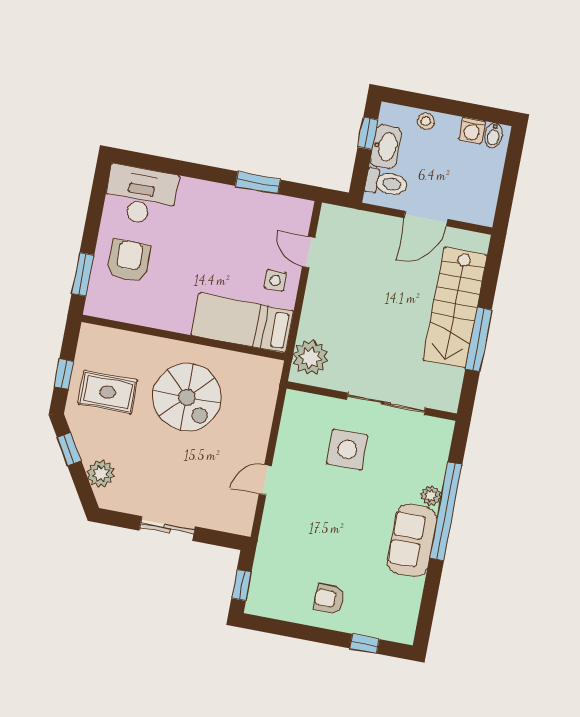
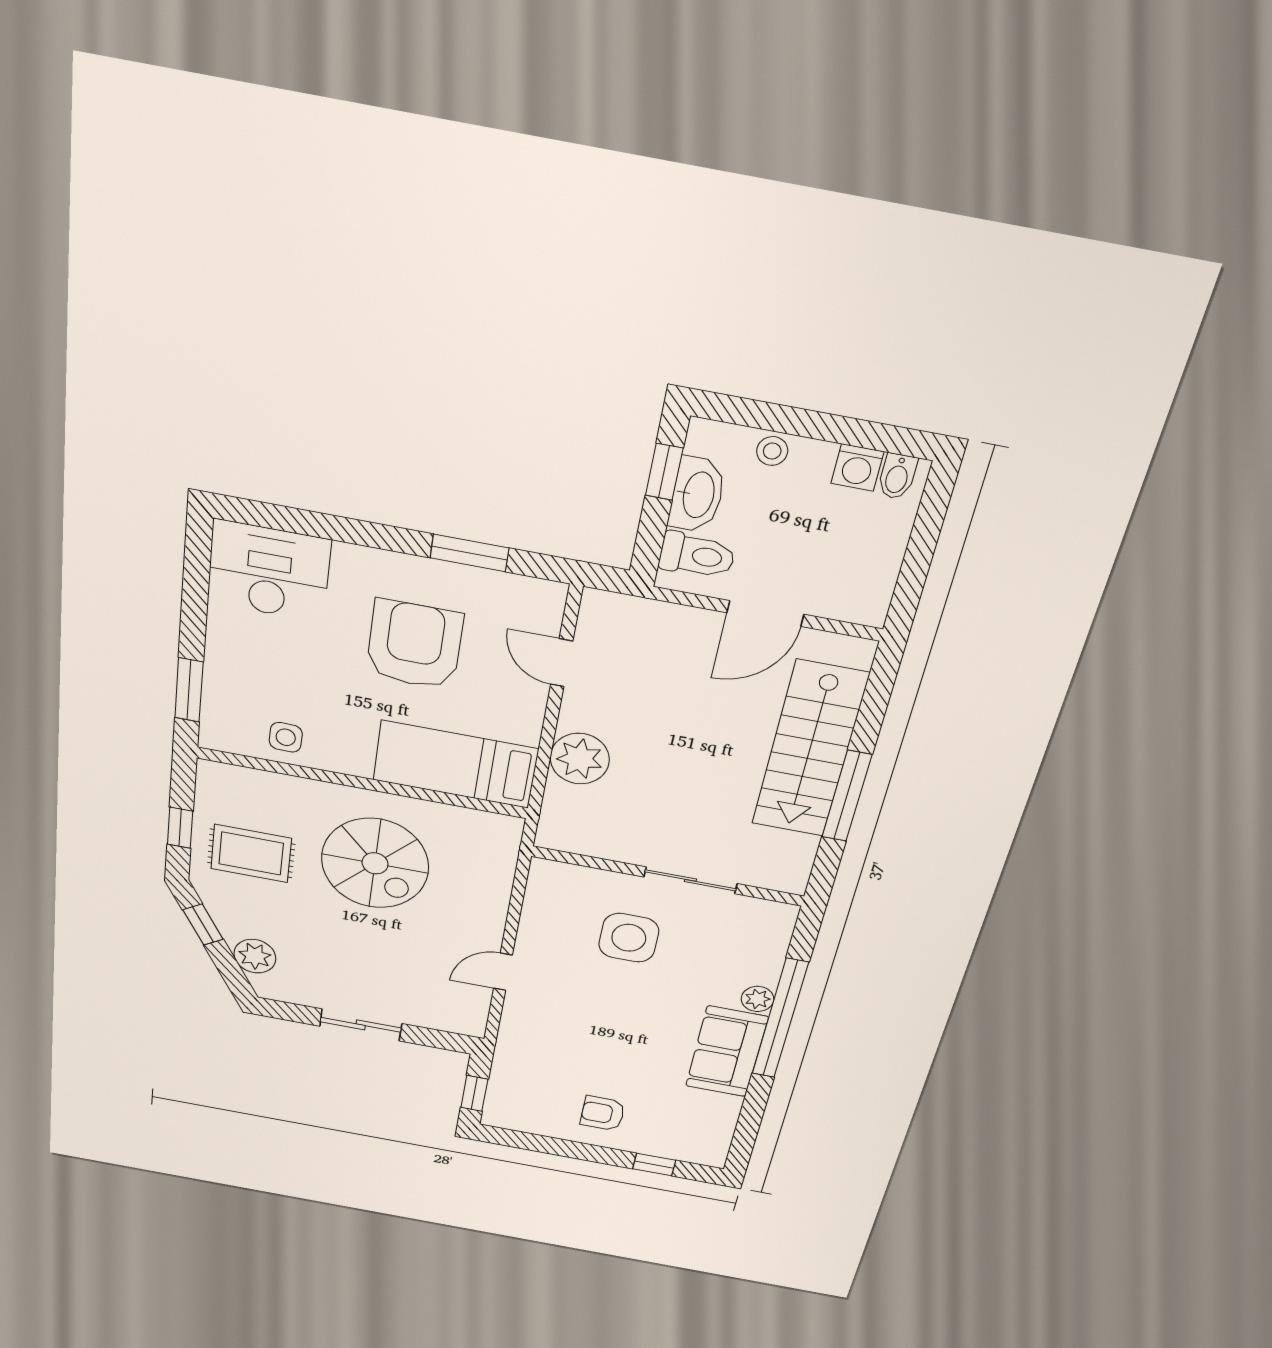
armchair: (129, 261) -> (414, 645), moved, width x1.36, depth x1.36
side table: (275, 280) -> (286, 737), moved
plant: (310, 357) -> (580, 759), moved
sliding door: (386, 404) -> (690, 880), width x0.73

